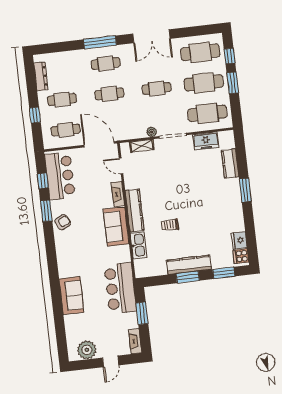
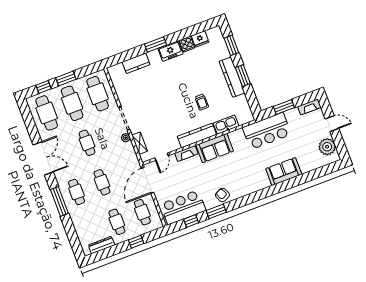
freezer: (206, 141) -> (171, 51), moved, turned 90
cooker: (241, 256) -> (187, 44), moved

